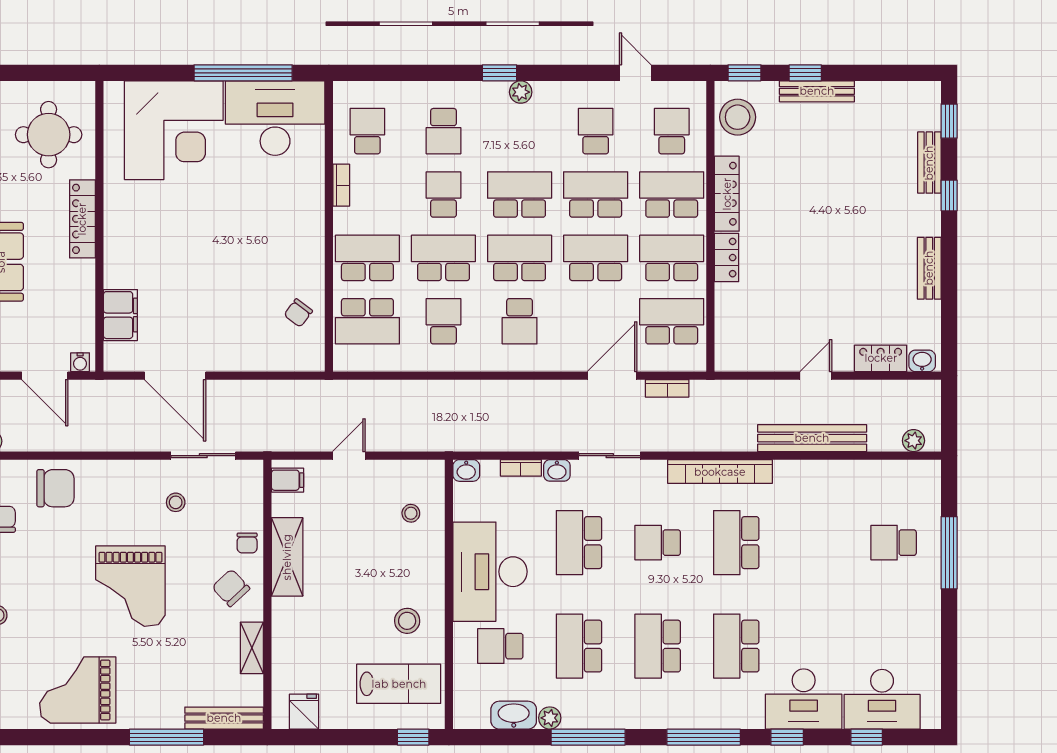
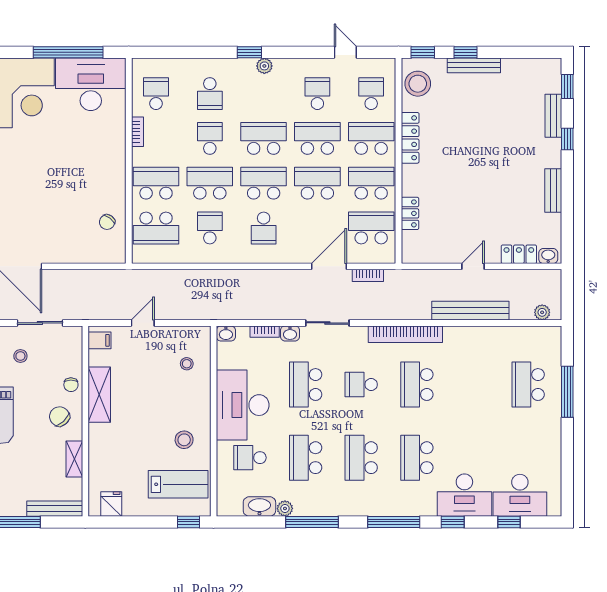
locker: (727, 258) -> (410, 213), moved
school desk: (894, 543) -> (528, 385), width x1.85

